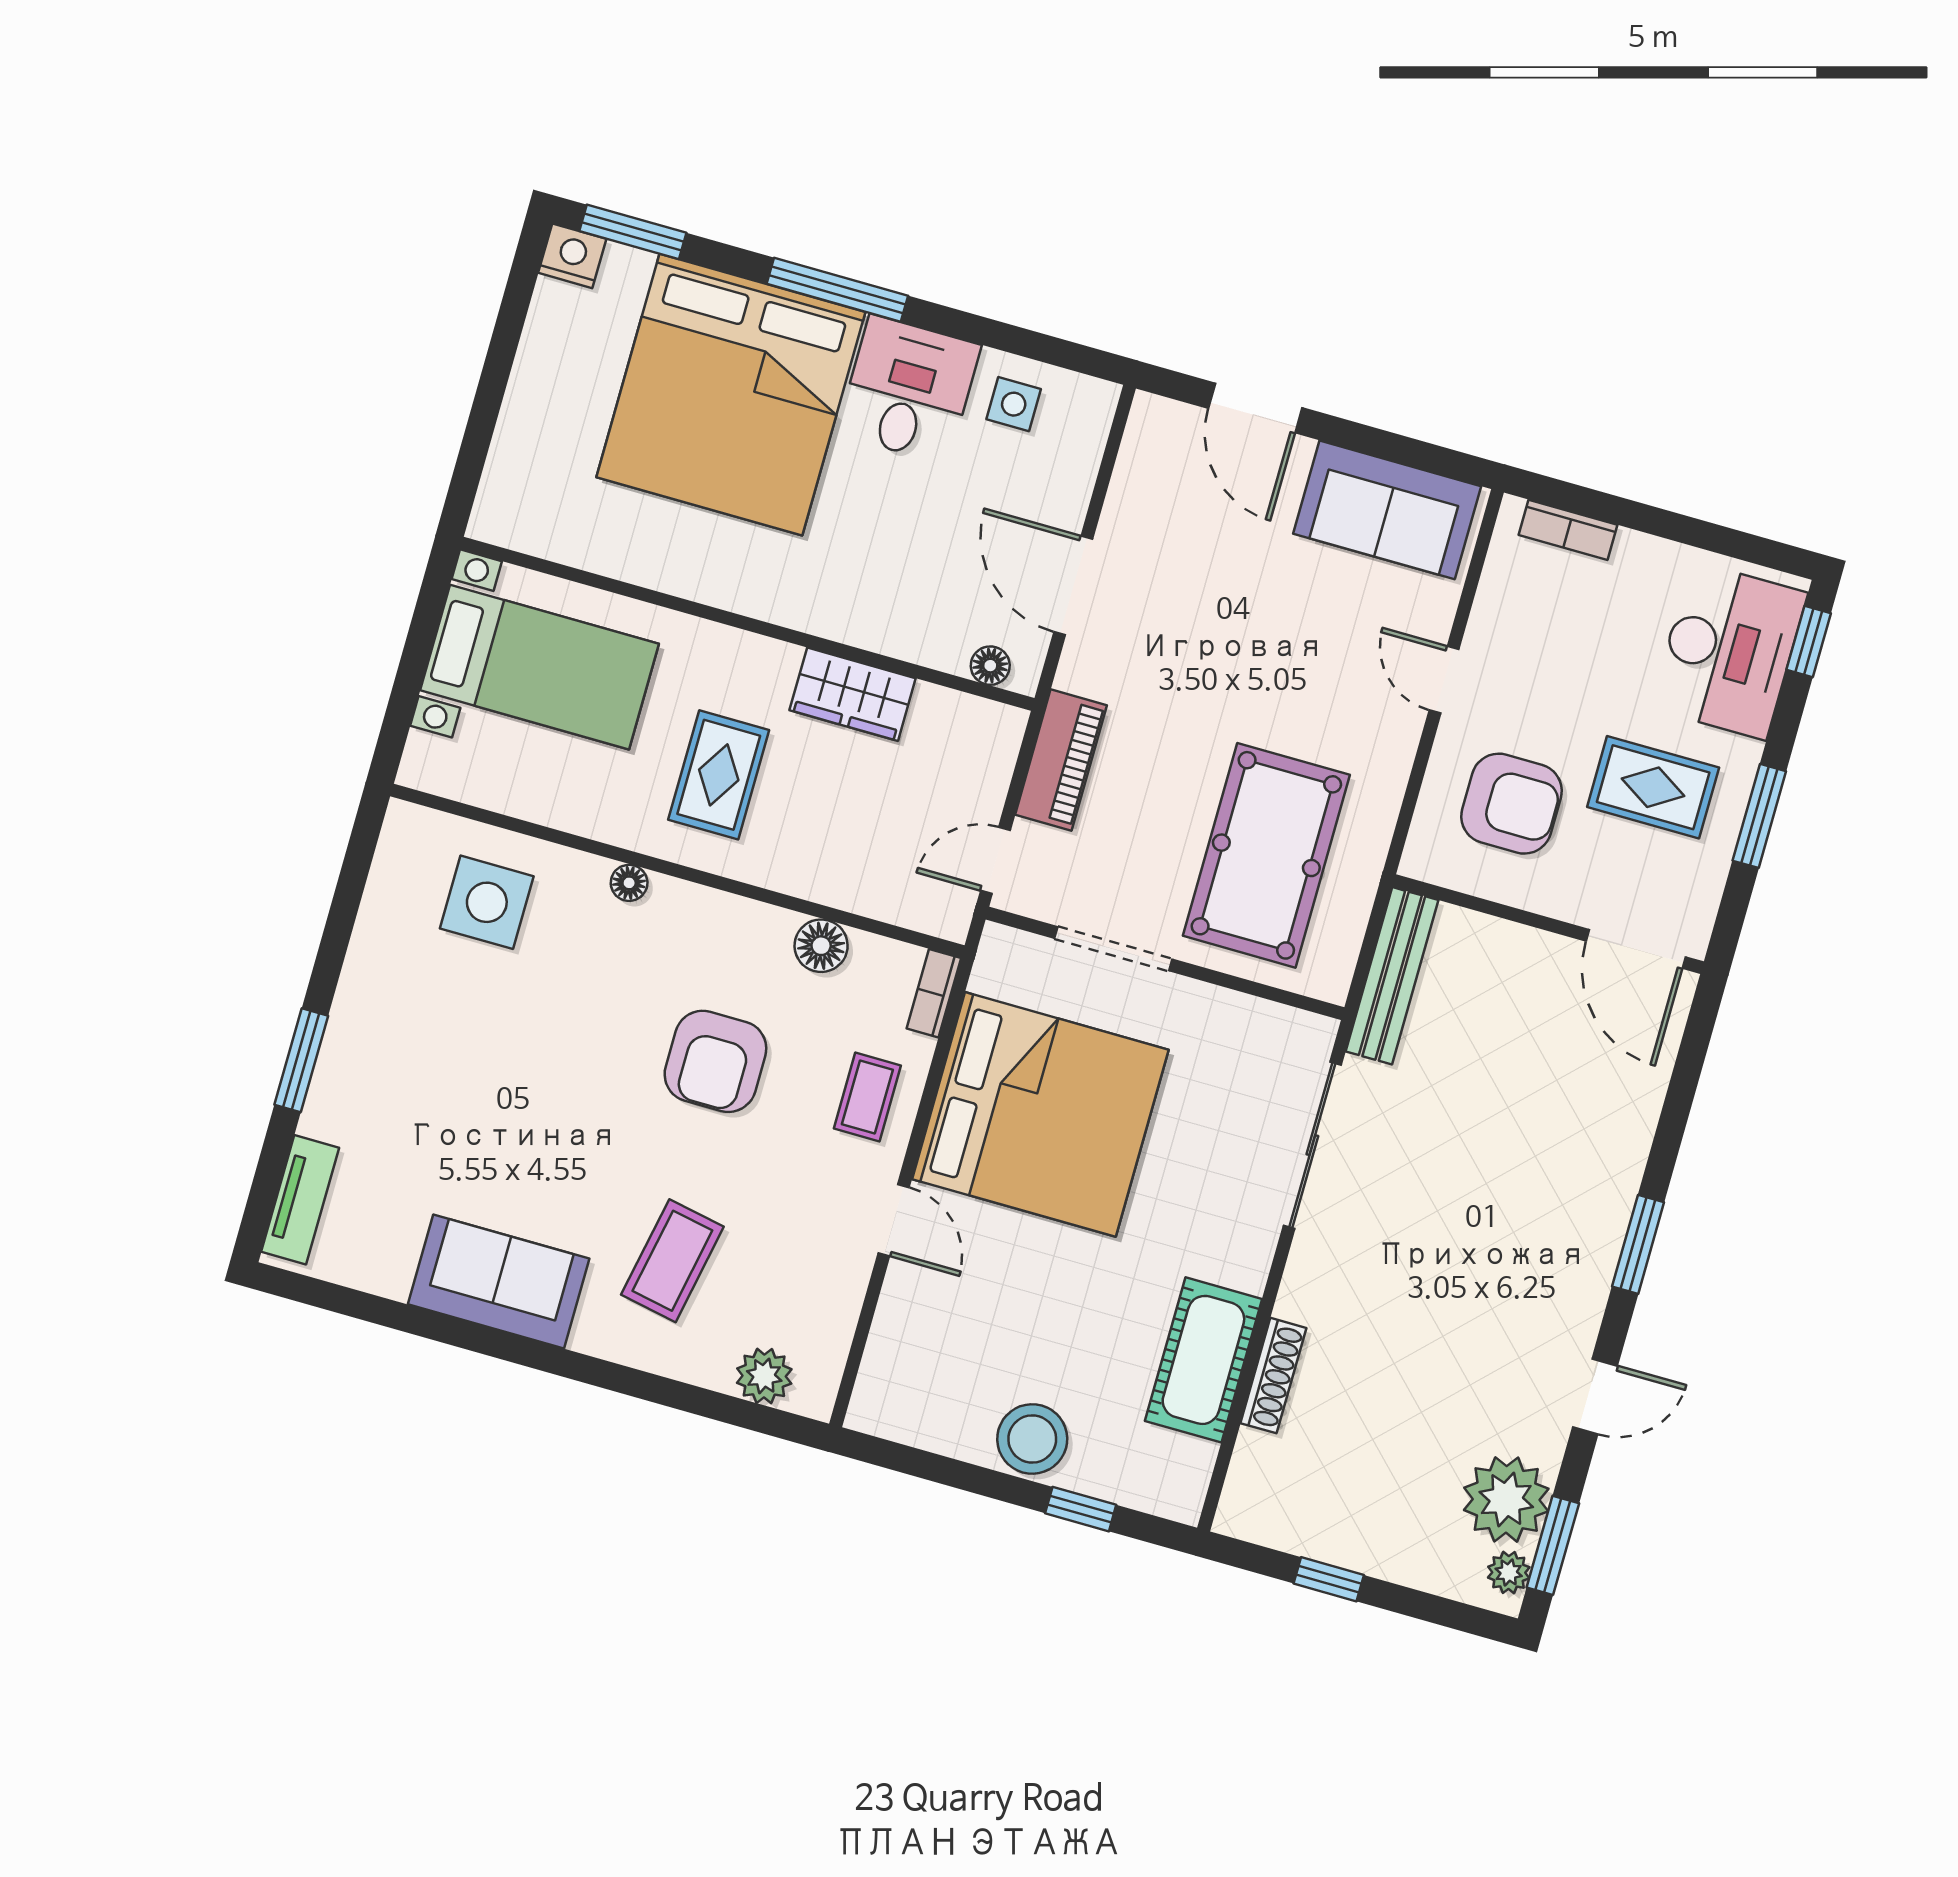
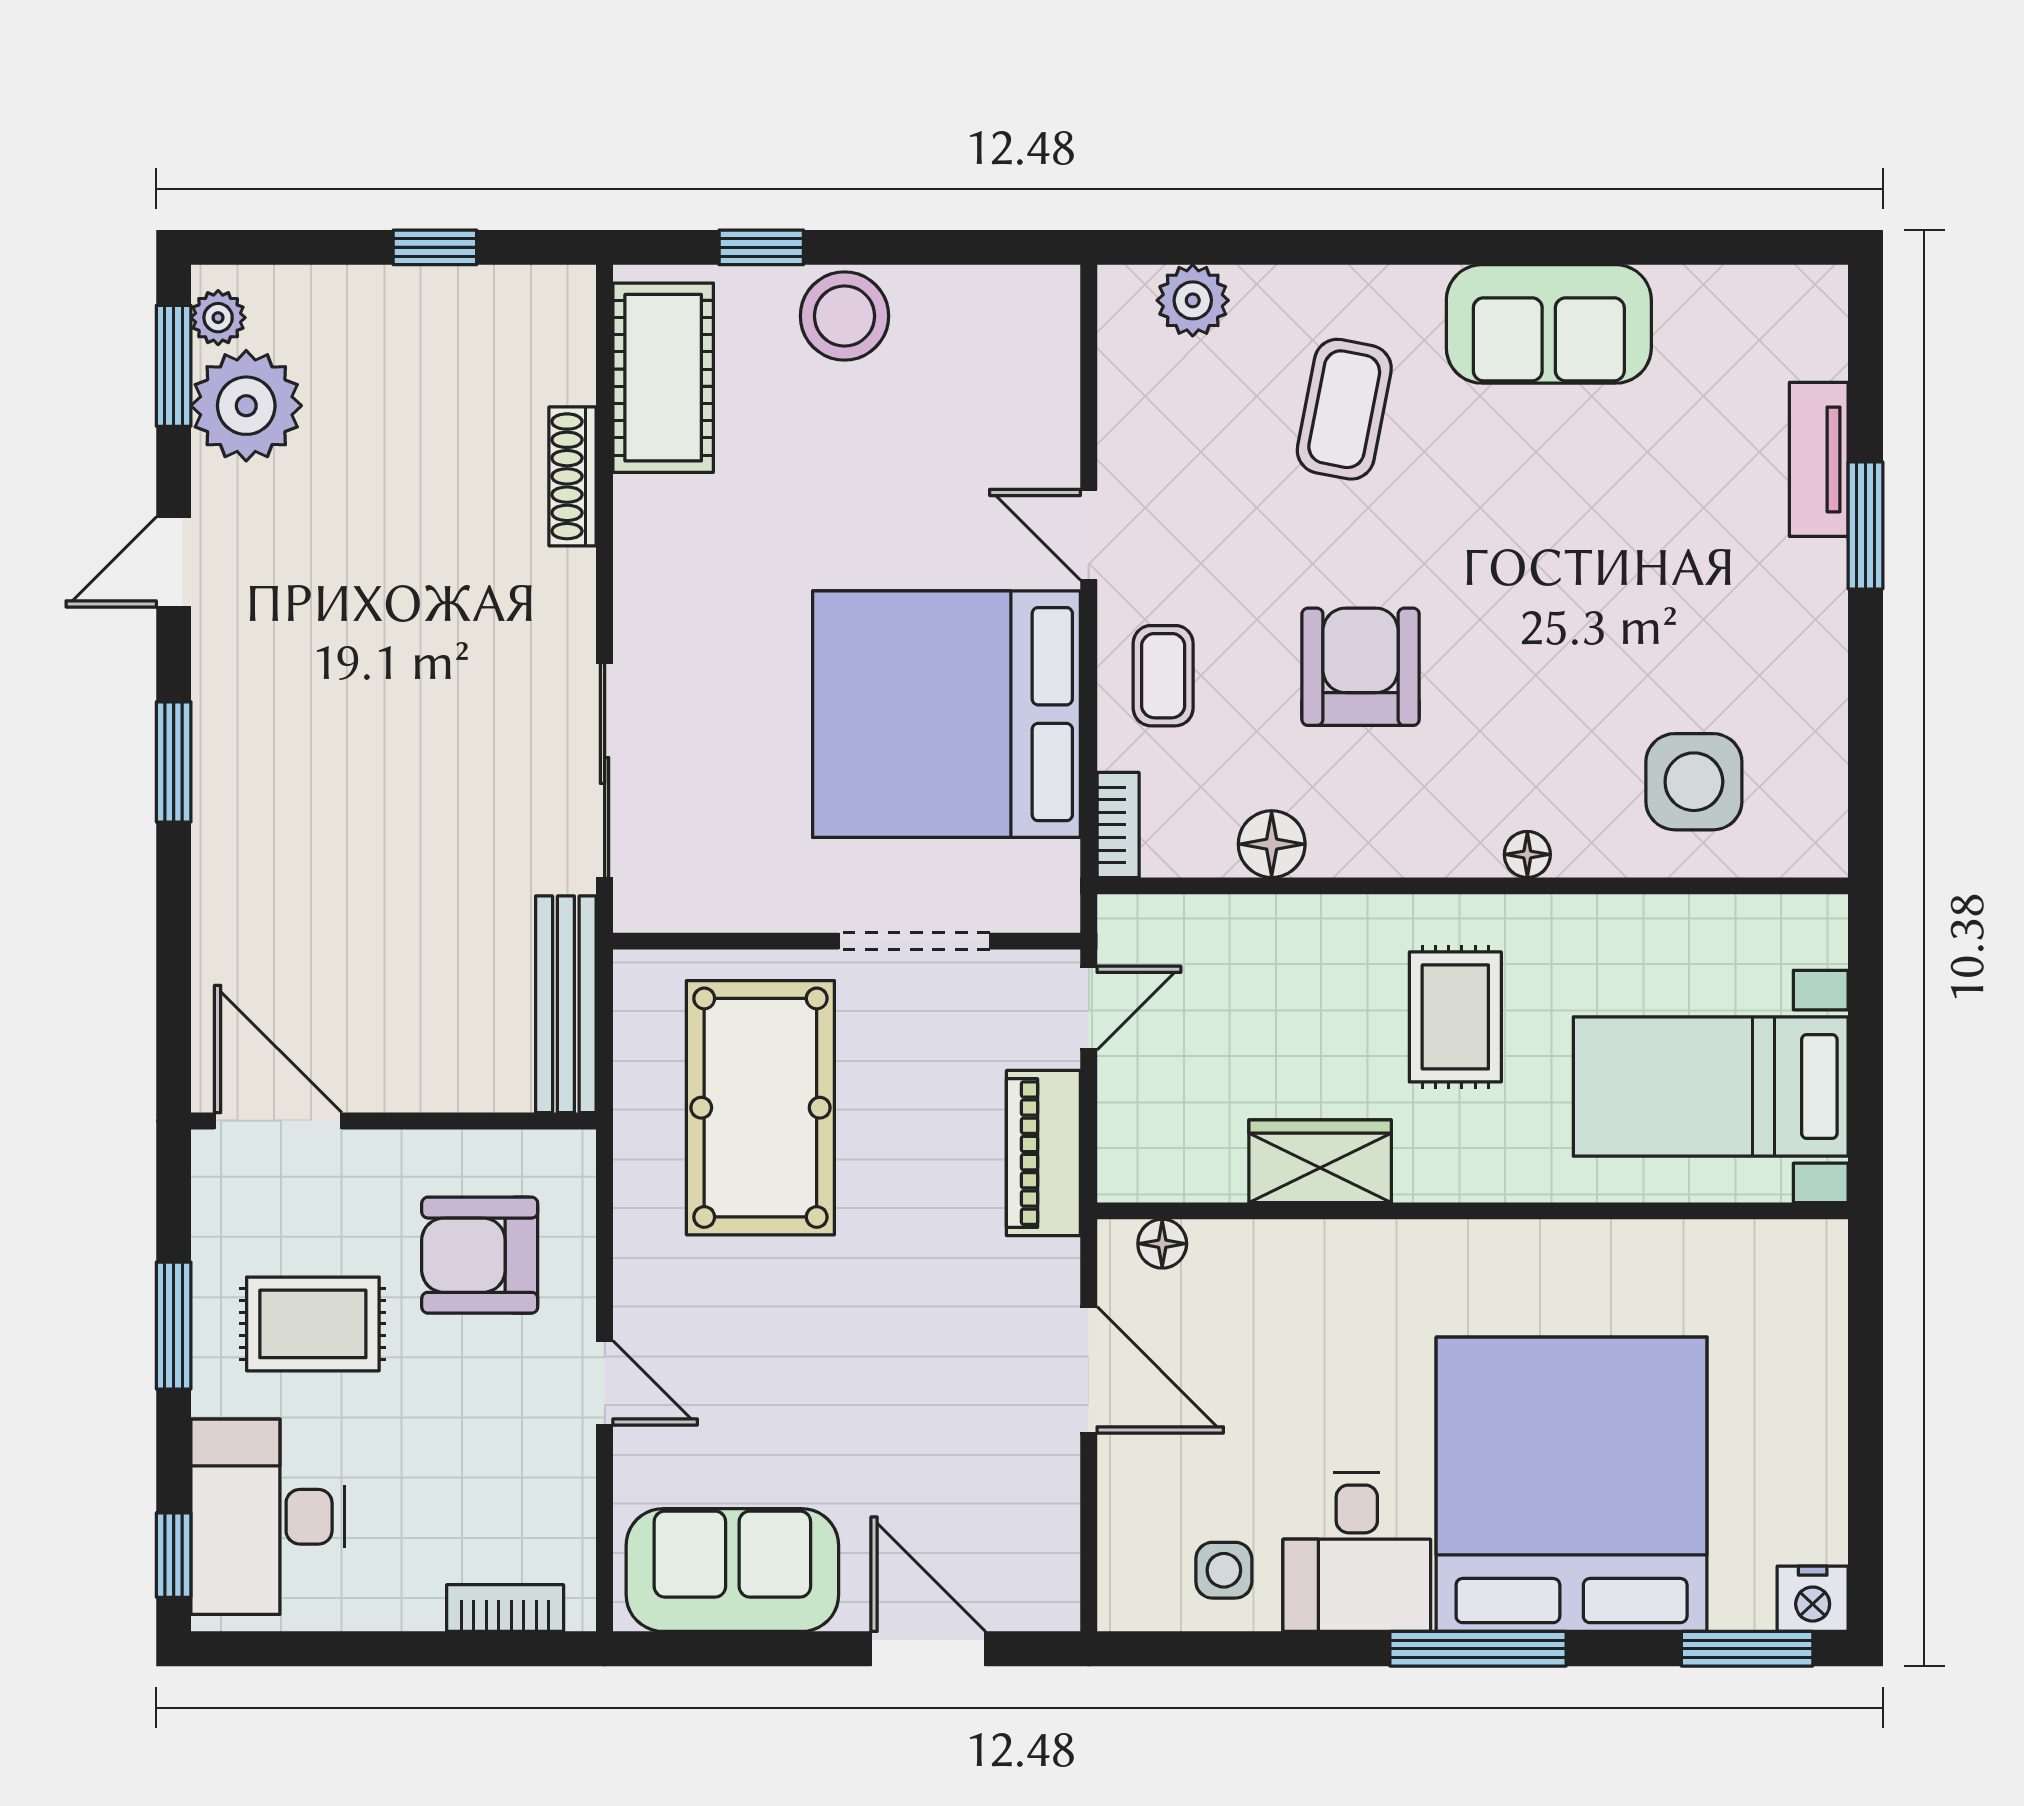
tv unit: (300, 1200) -> (1819, 459), moved
cot: (1203, 1360) -> (663, 378), moved

